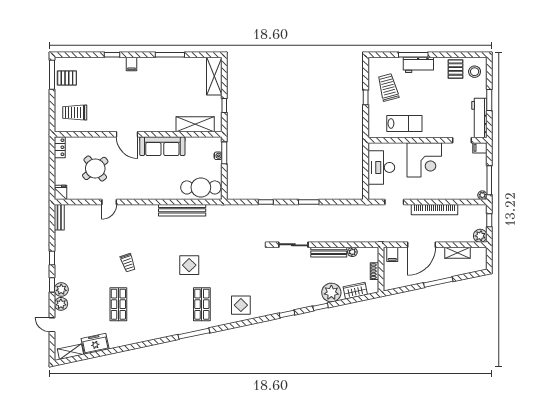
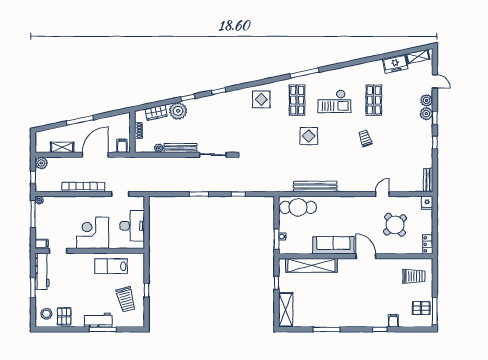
filing cabinet: (132, 64) -> (393, 321), moved
shelving: (195, 124) -> (311, 265), width x1.47
checkout: (161, 303) -> (334, 101), added

